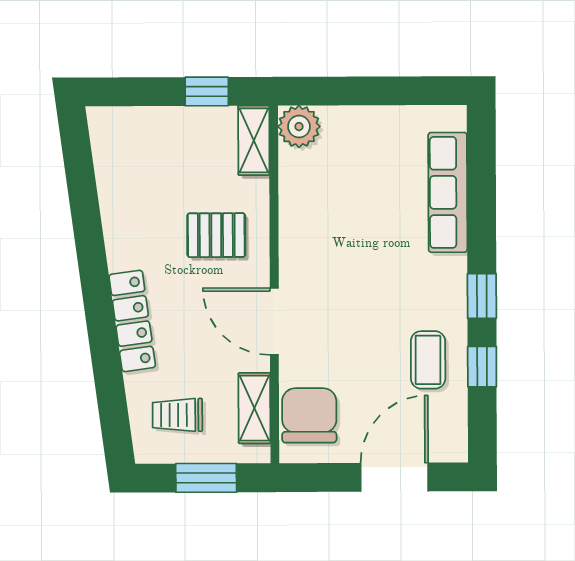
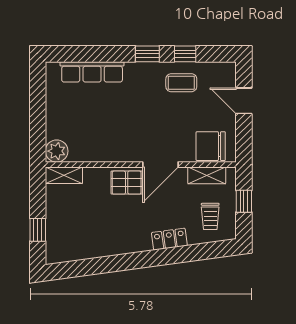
window: (207, 91) -> (38, 230), moved
pallet: (216, 235) -> (127, 183), moved, turned 90
locker: (132, 321) -> (169, 239), width x0.66
door: (394, 477) -> (244, 101), width x0.73
window: (206, 478) -> (244, 201), width x0.67

